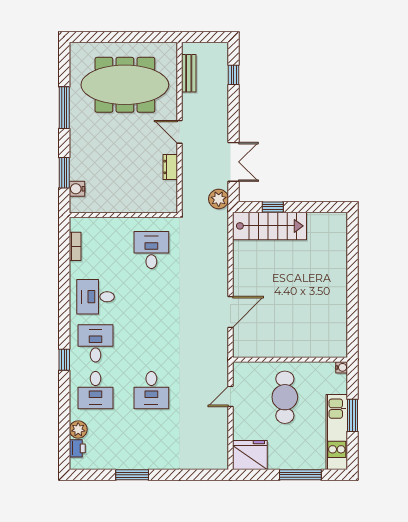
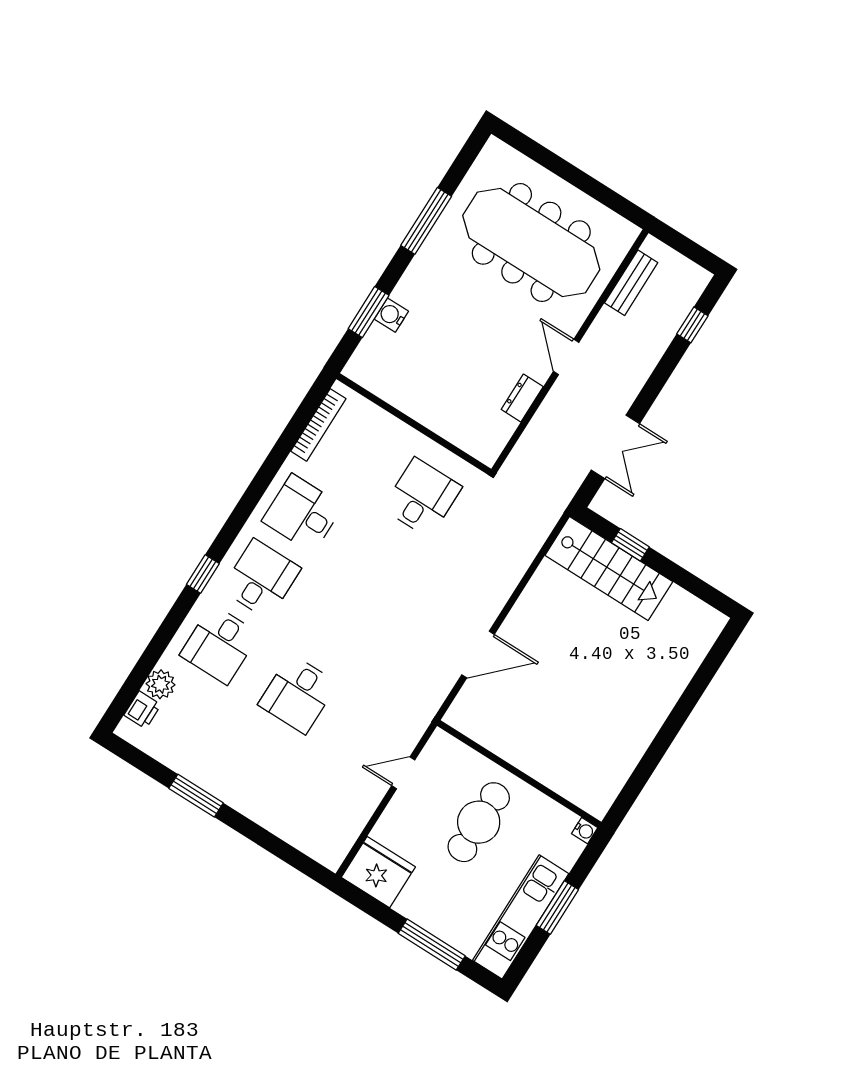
water cooler: (77, 189) -> (391, 315), moved
plant: (219, 199) -> (561, 486), removed
bookcase: (75, 246) -> (318, 425), width x1.56

